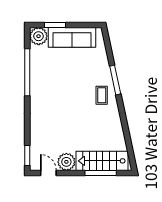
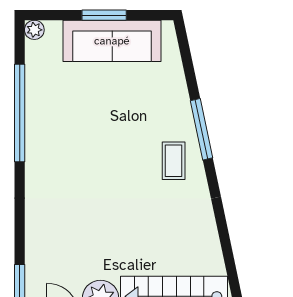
window: (55, 25) -> (104, 15), moved
plant: (39, 36) -> (34, 30), width x0.53, depth x0.53

